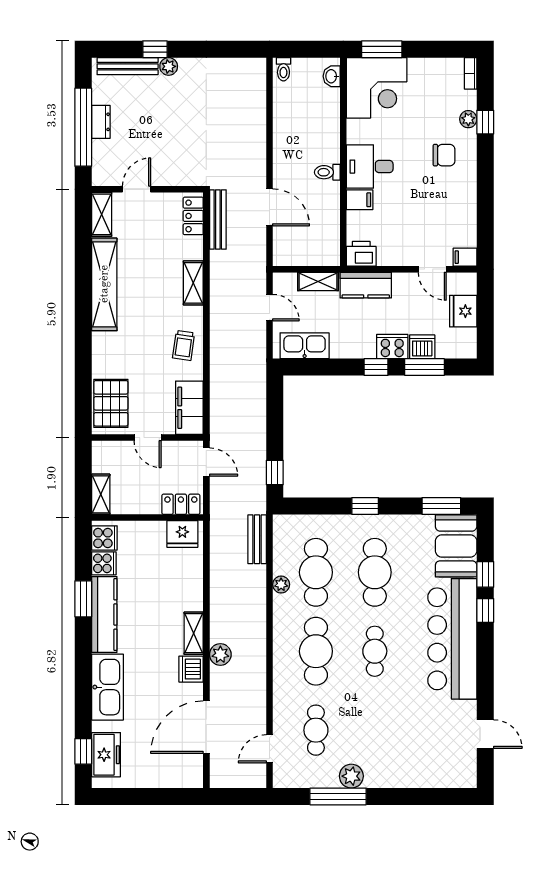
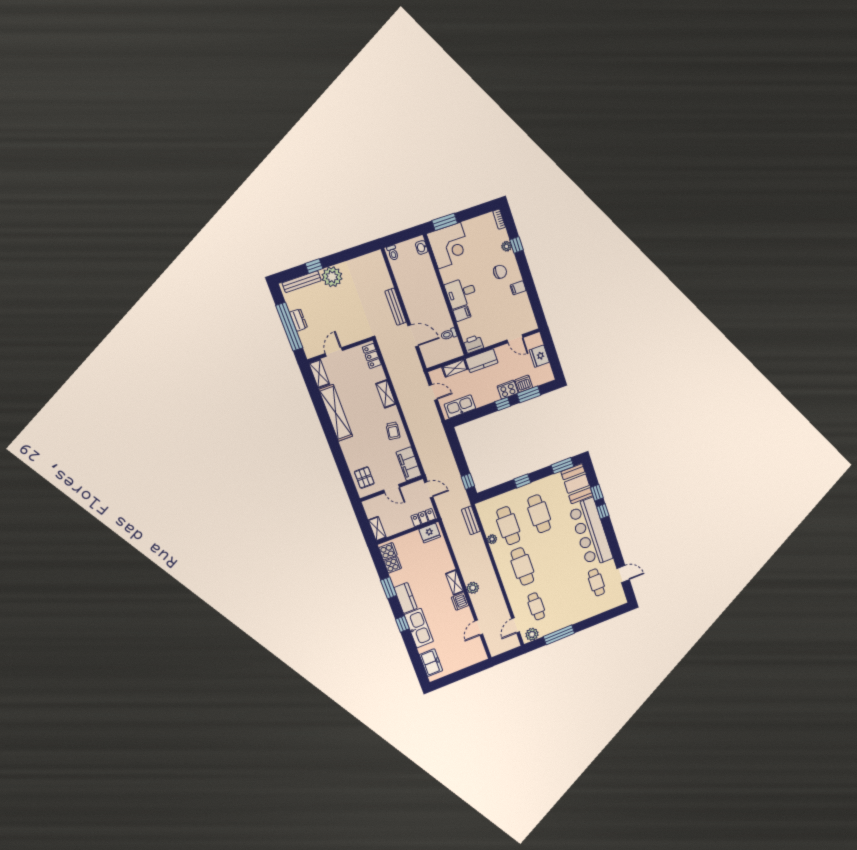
plant: (169, 66) -> (332, 277), width x1.87, depth x1.87
toilet: (327, 172) -> (449, 334), moved
bench: (218, 219) -> (396, 307), moved
filing cabinet: (465, 257) -> (518, 288), moved
pallet: (111, 403) -> (364, 478), width x0.67, depth x0.71
kitchen counter: (104, 615) -> (406, 598), width x0.67
cafe table: (375, 651) -> (596, 582), moved
door: (206, 727) -> (479, 628), width x0.53
window: (83, 751) -> (402, 624), moved
plant: (351, 776) -> (532, 634), moved

